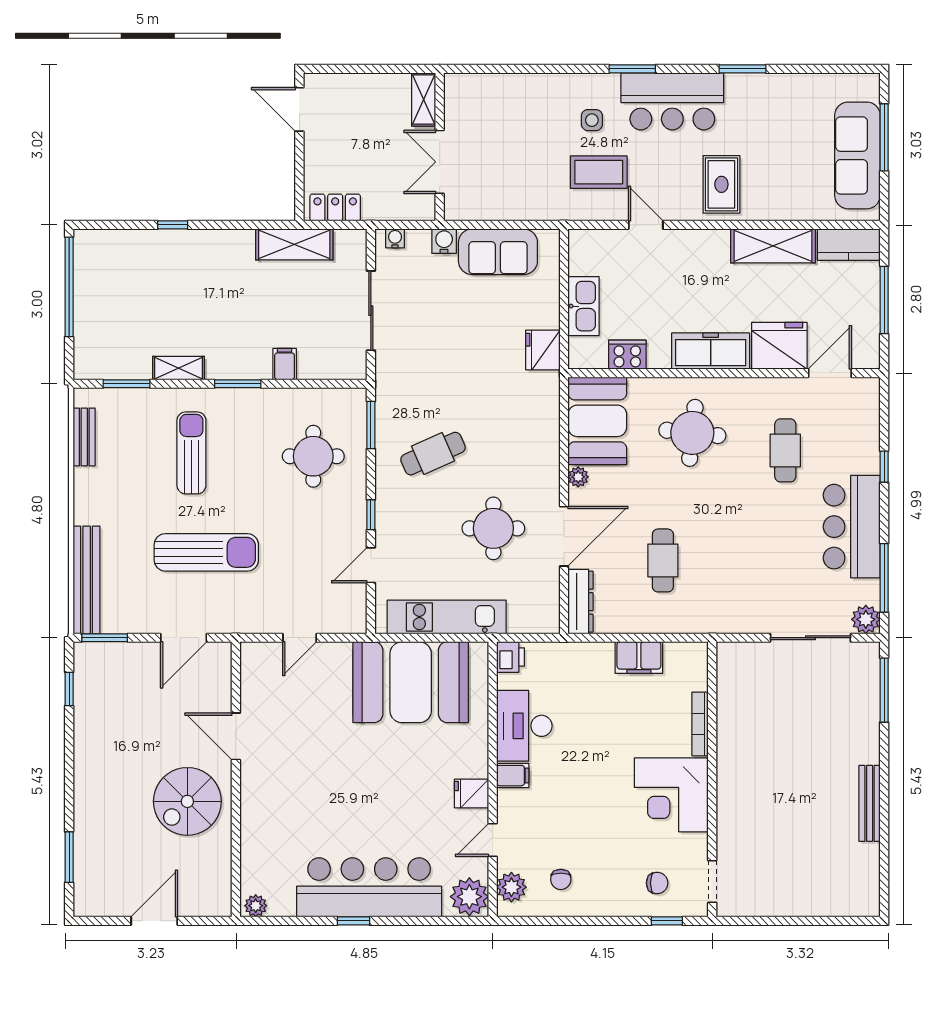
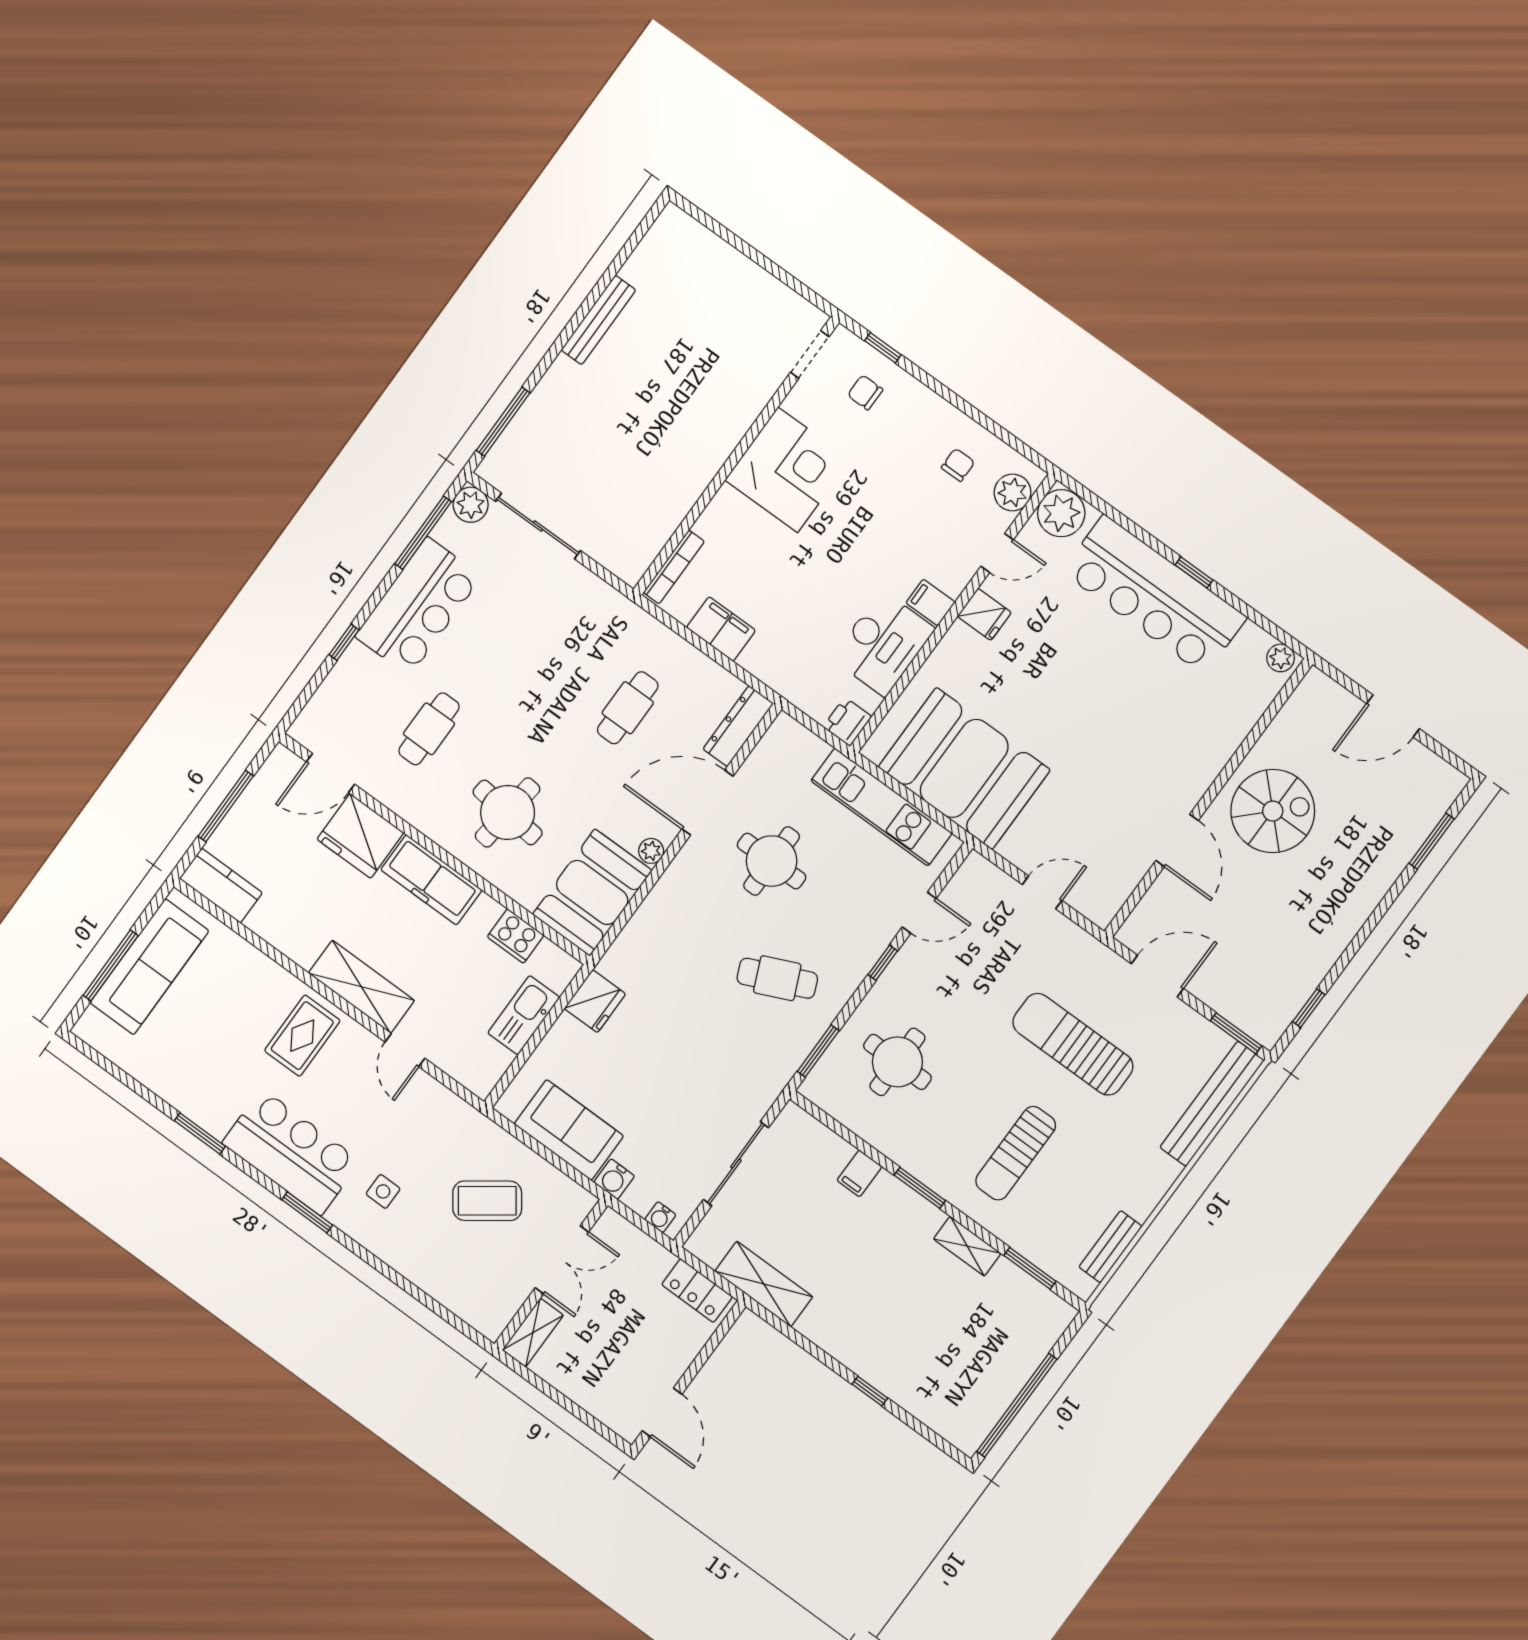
coffee table: (599, 172) -> (487, 1201), moved, turned -36
shelving: (773, 246) -> (361, 987), moved
bookcase: (700, 724) -> (674, 567), moved

